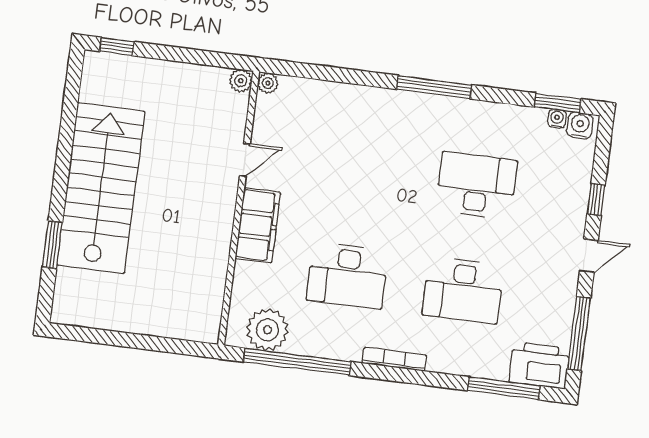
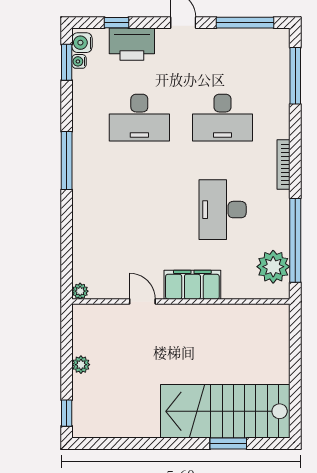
plant: (241, 81) -> (81, 365), moved
desk: (476, 185) -> (139, 118), turned -90
stairs: (101, 188) -> (225, 411), moved
window: (596, 200) -> (117, 23), moved
desk: (347, 275) -> (223, 210), turned 180
desk: (463, 290) -> (223, 118), turned 90
printer: (539, 365) -> (132, 44), moved, turned -90

